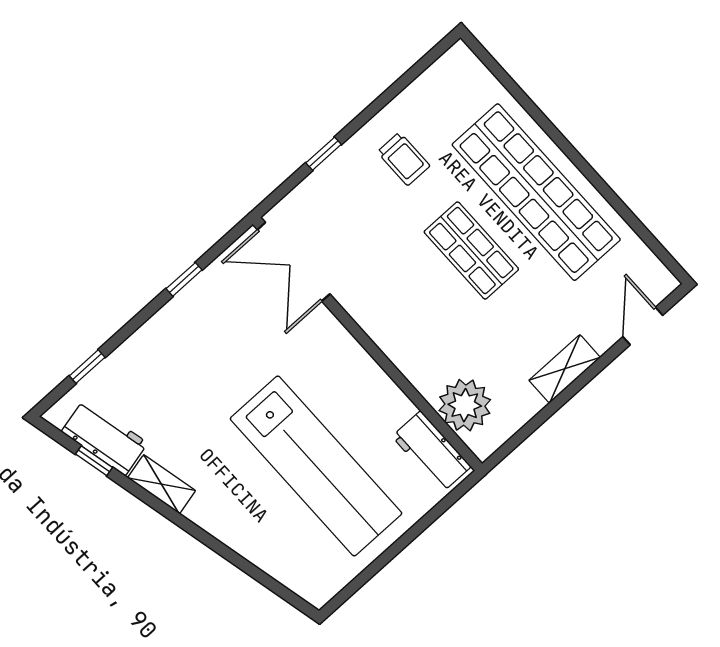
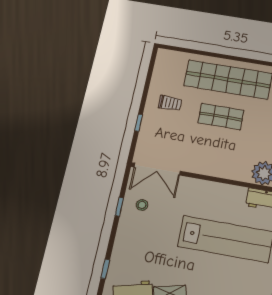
stool: (223, 305) -> (142, 205), added

